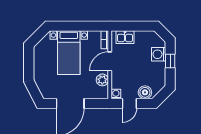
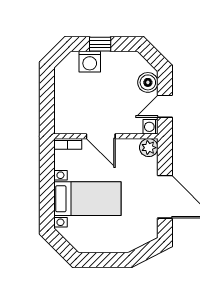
kitchen sink: (125, 37) -> (64, 113), removed
plant: (102, 80) -> (149, 148), moved
door: (129, 103) -> (165, 106), swing flipped

